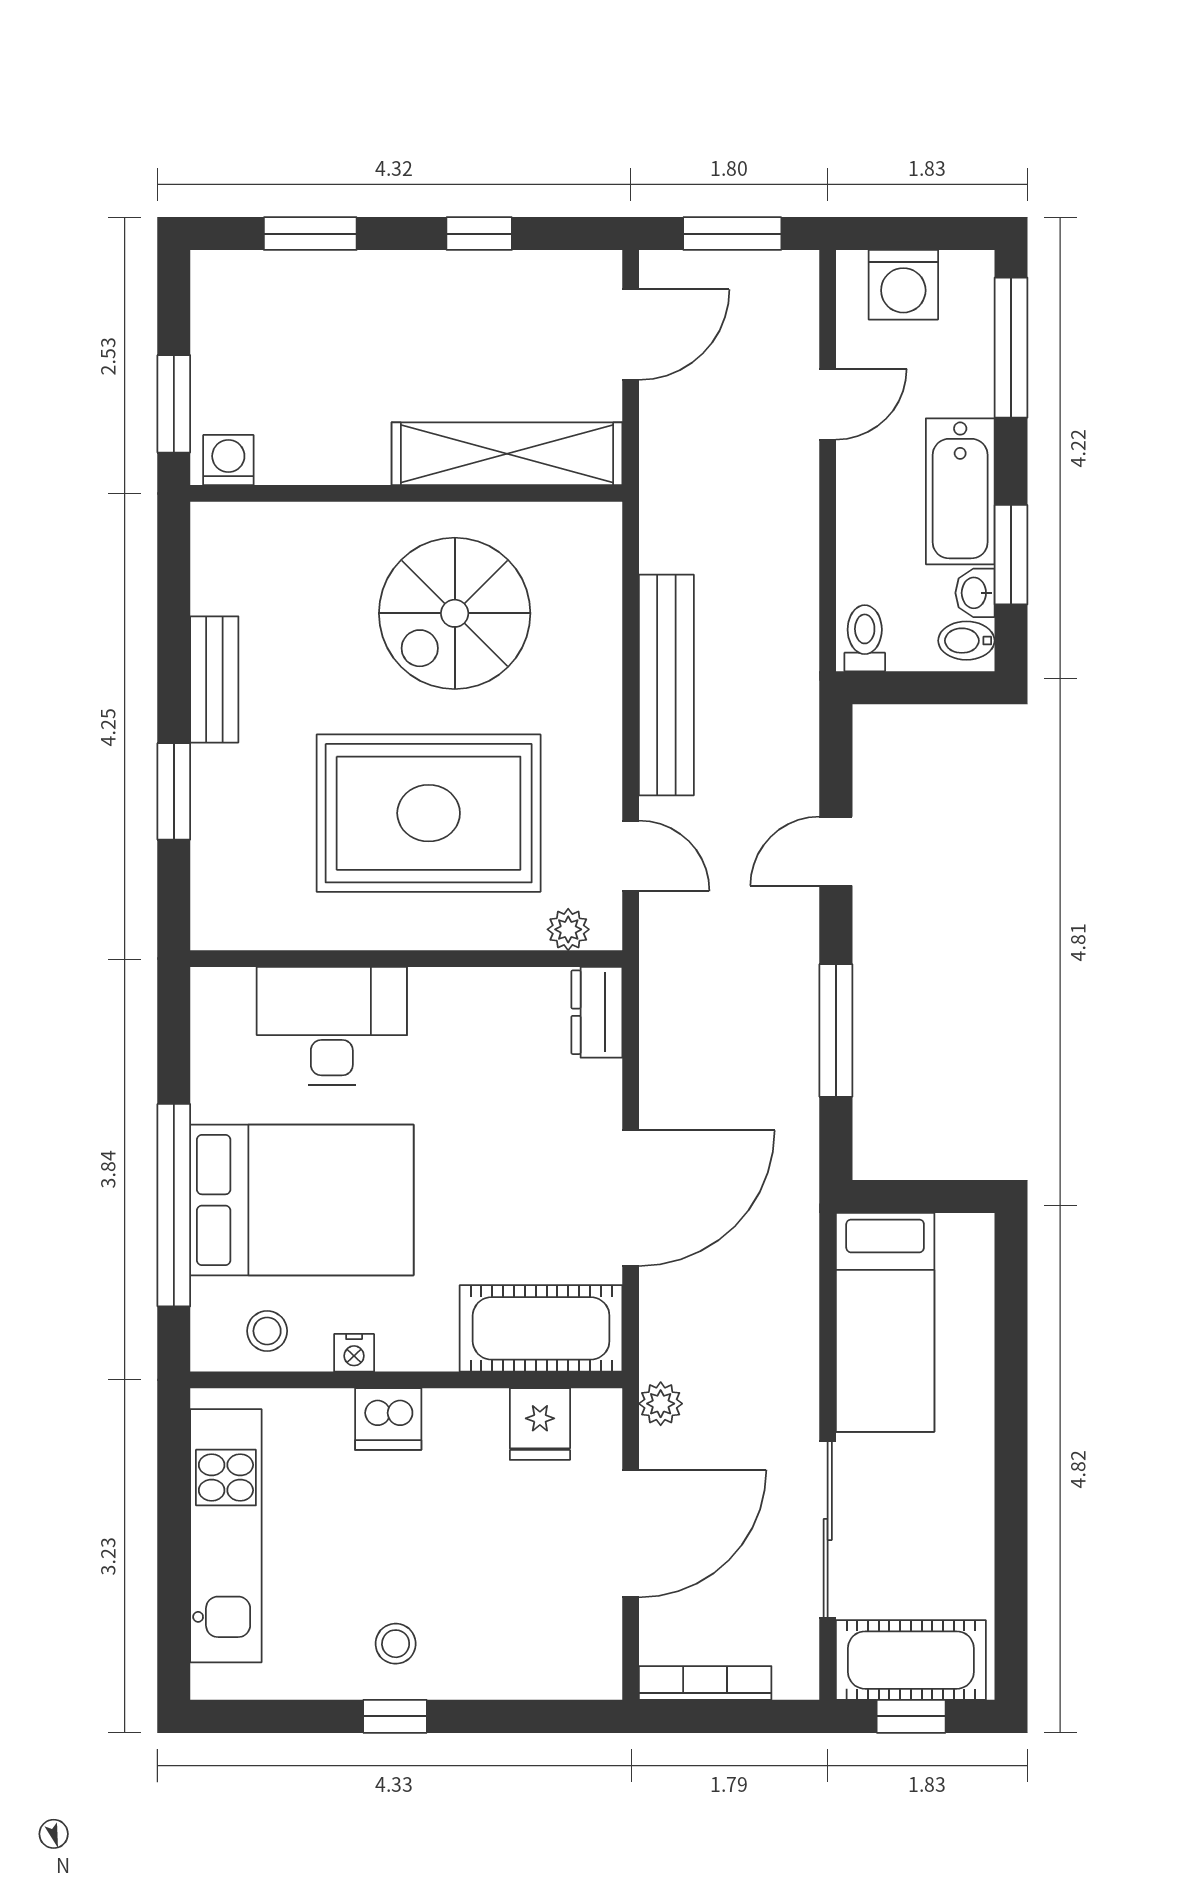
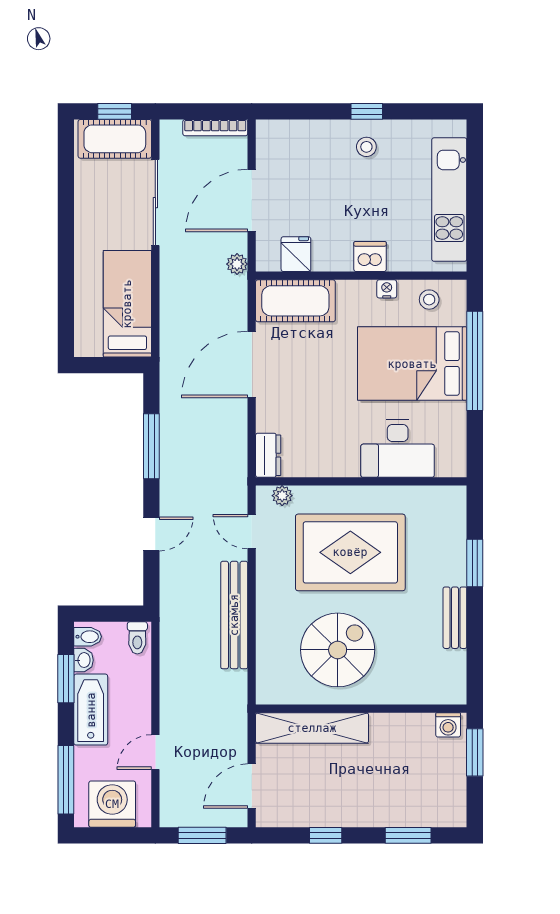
washing machine: (903, 285) -> (112, 804), width x1.37, depth x1.37

